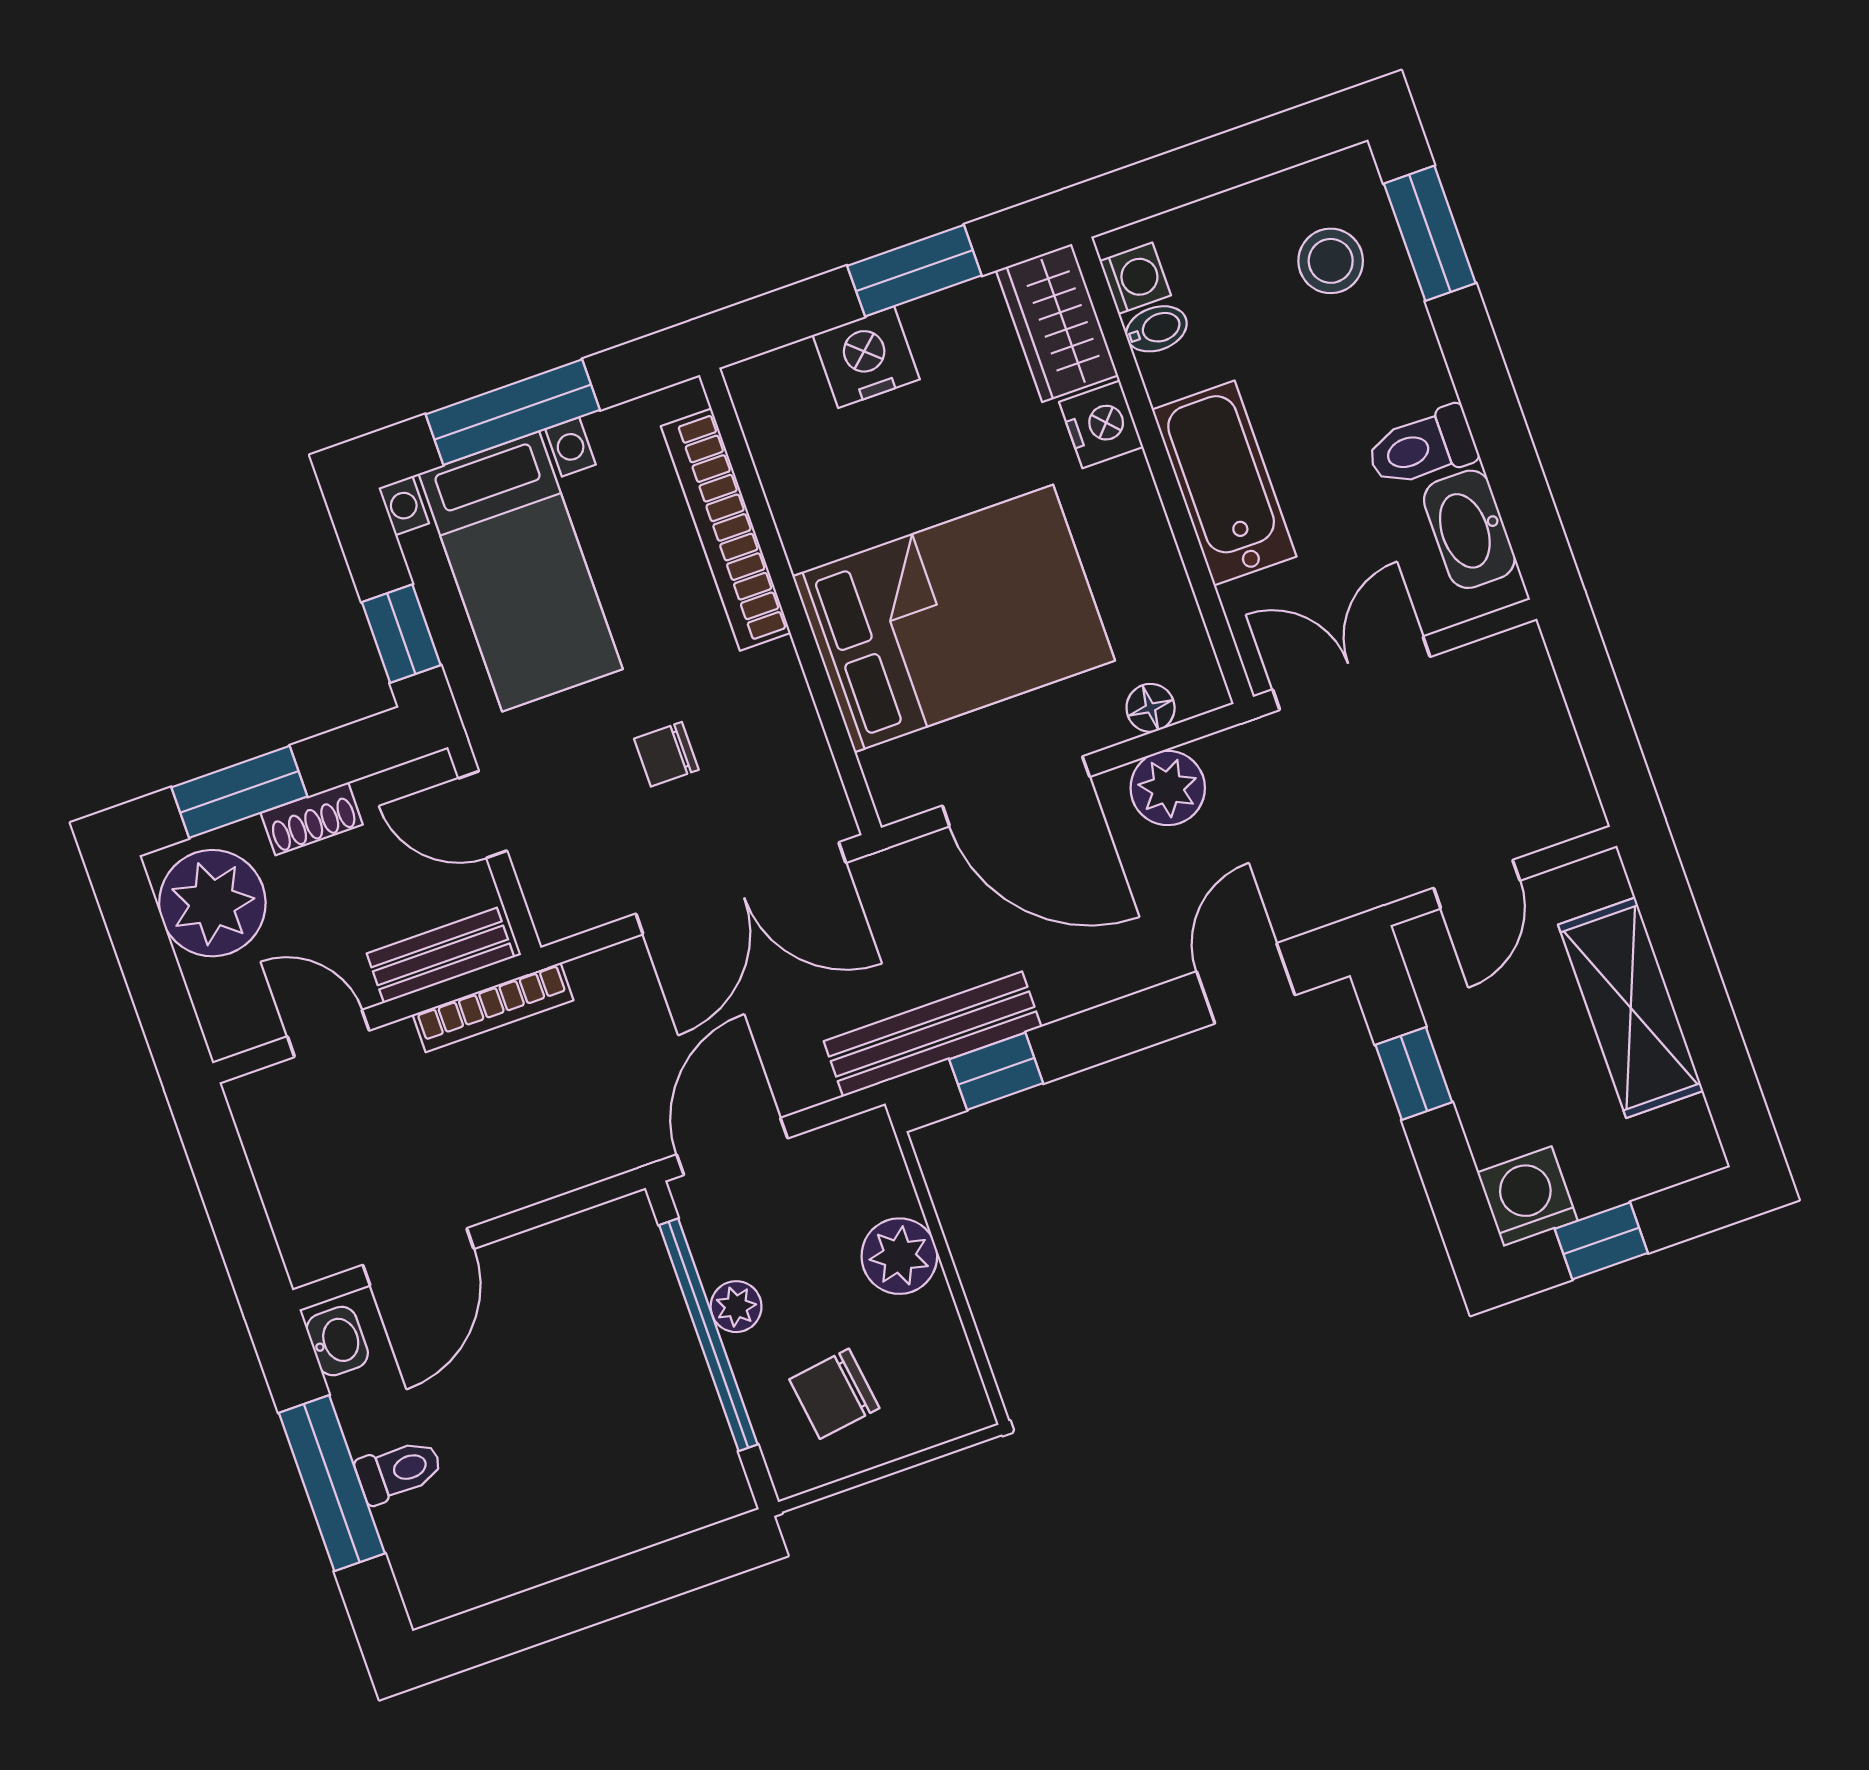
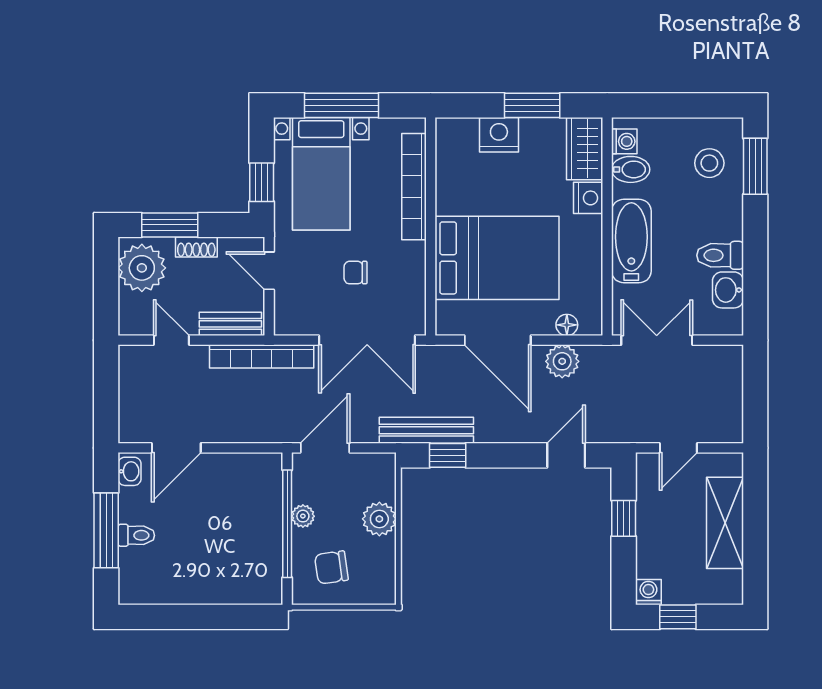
bidet: (1156, 329) -> (631, 169), width x1.38, depth x1.36
washbasin: (1469, 529) -> (728, 290), width x0.72
bookcase: (493, 1007) -> (262, 356), width x1.48, depth x1.31
washing machine: (1527, 1197) -> (648, 592), width x0.73, depth x0.73

